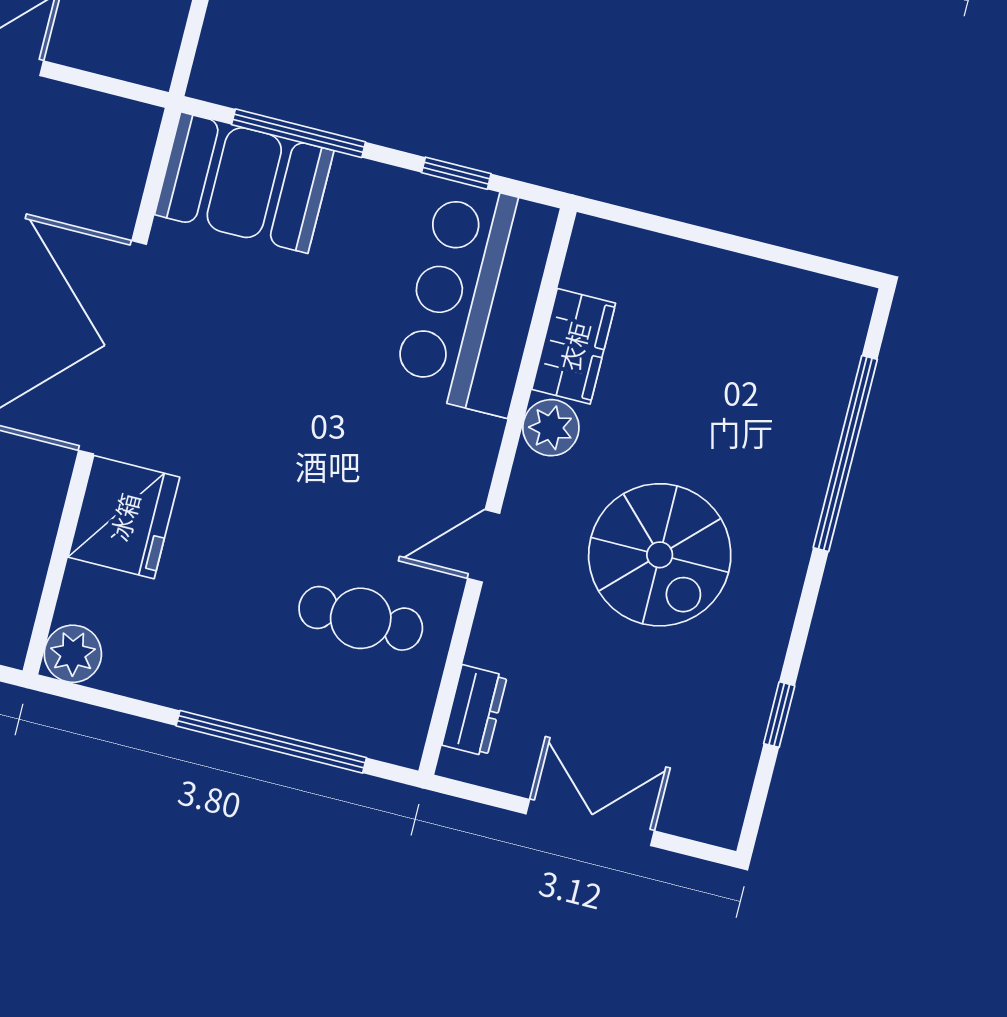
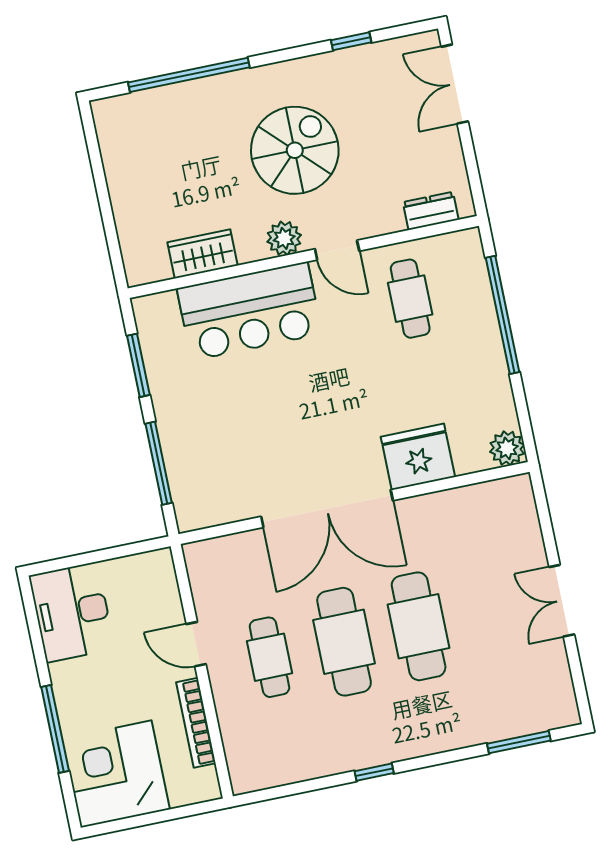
window: (456, 173) -> (138, 365), width x1.50
booth: (244, 183) -> (201, 480), removed
bar counter: (476, 299) -> (250, 311), moved
plant: (551, 428) -> (284, 238), moved
double door: (590, 822) -> (455, 84), moved

